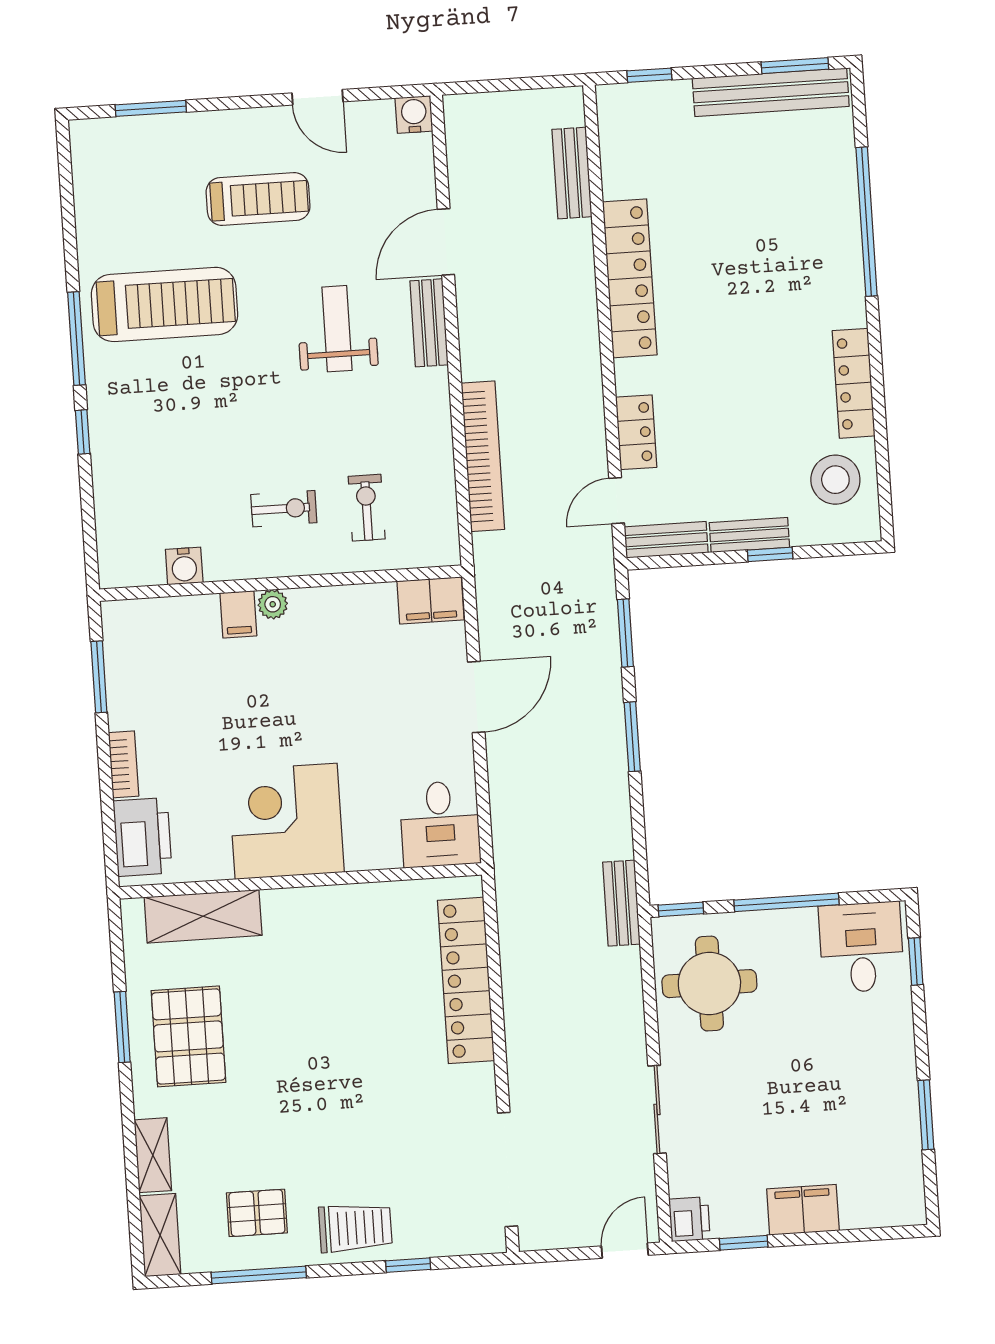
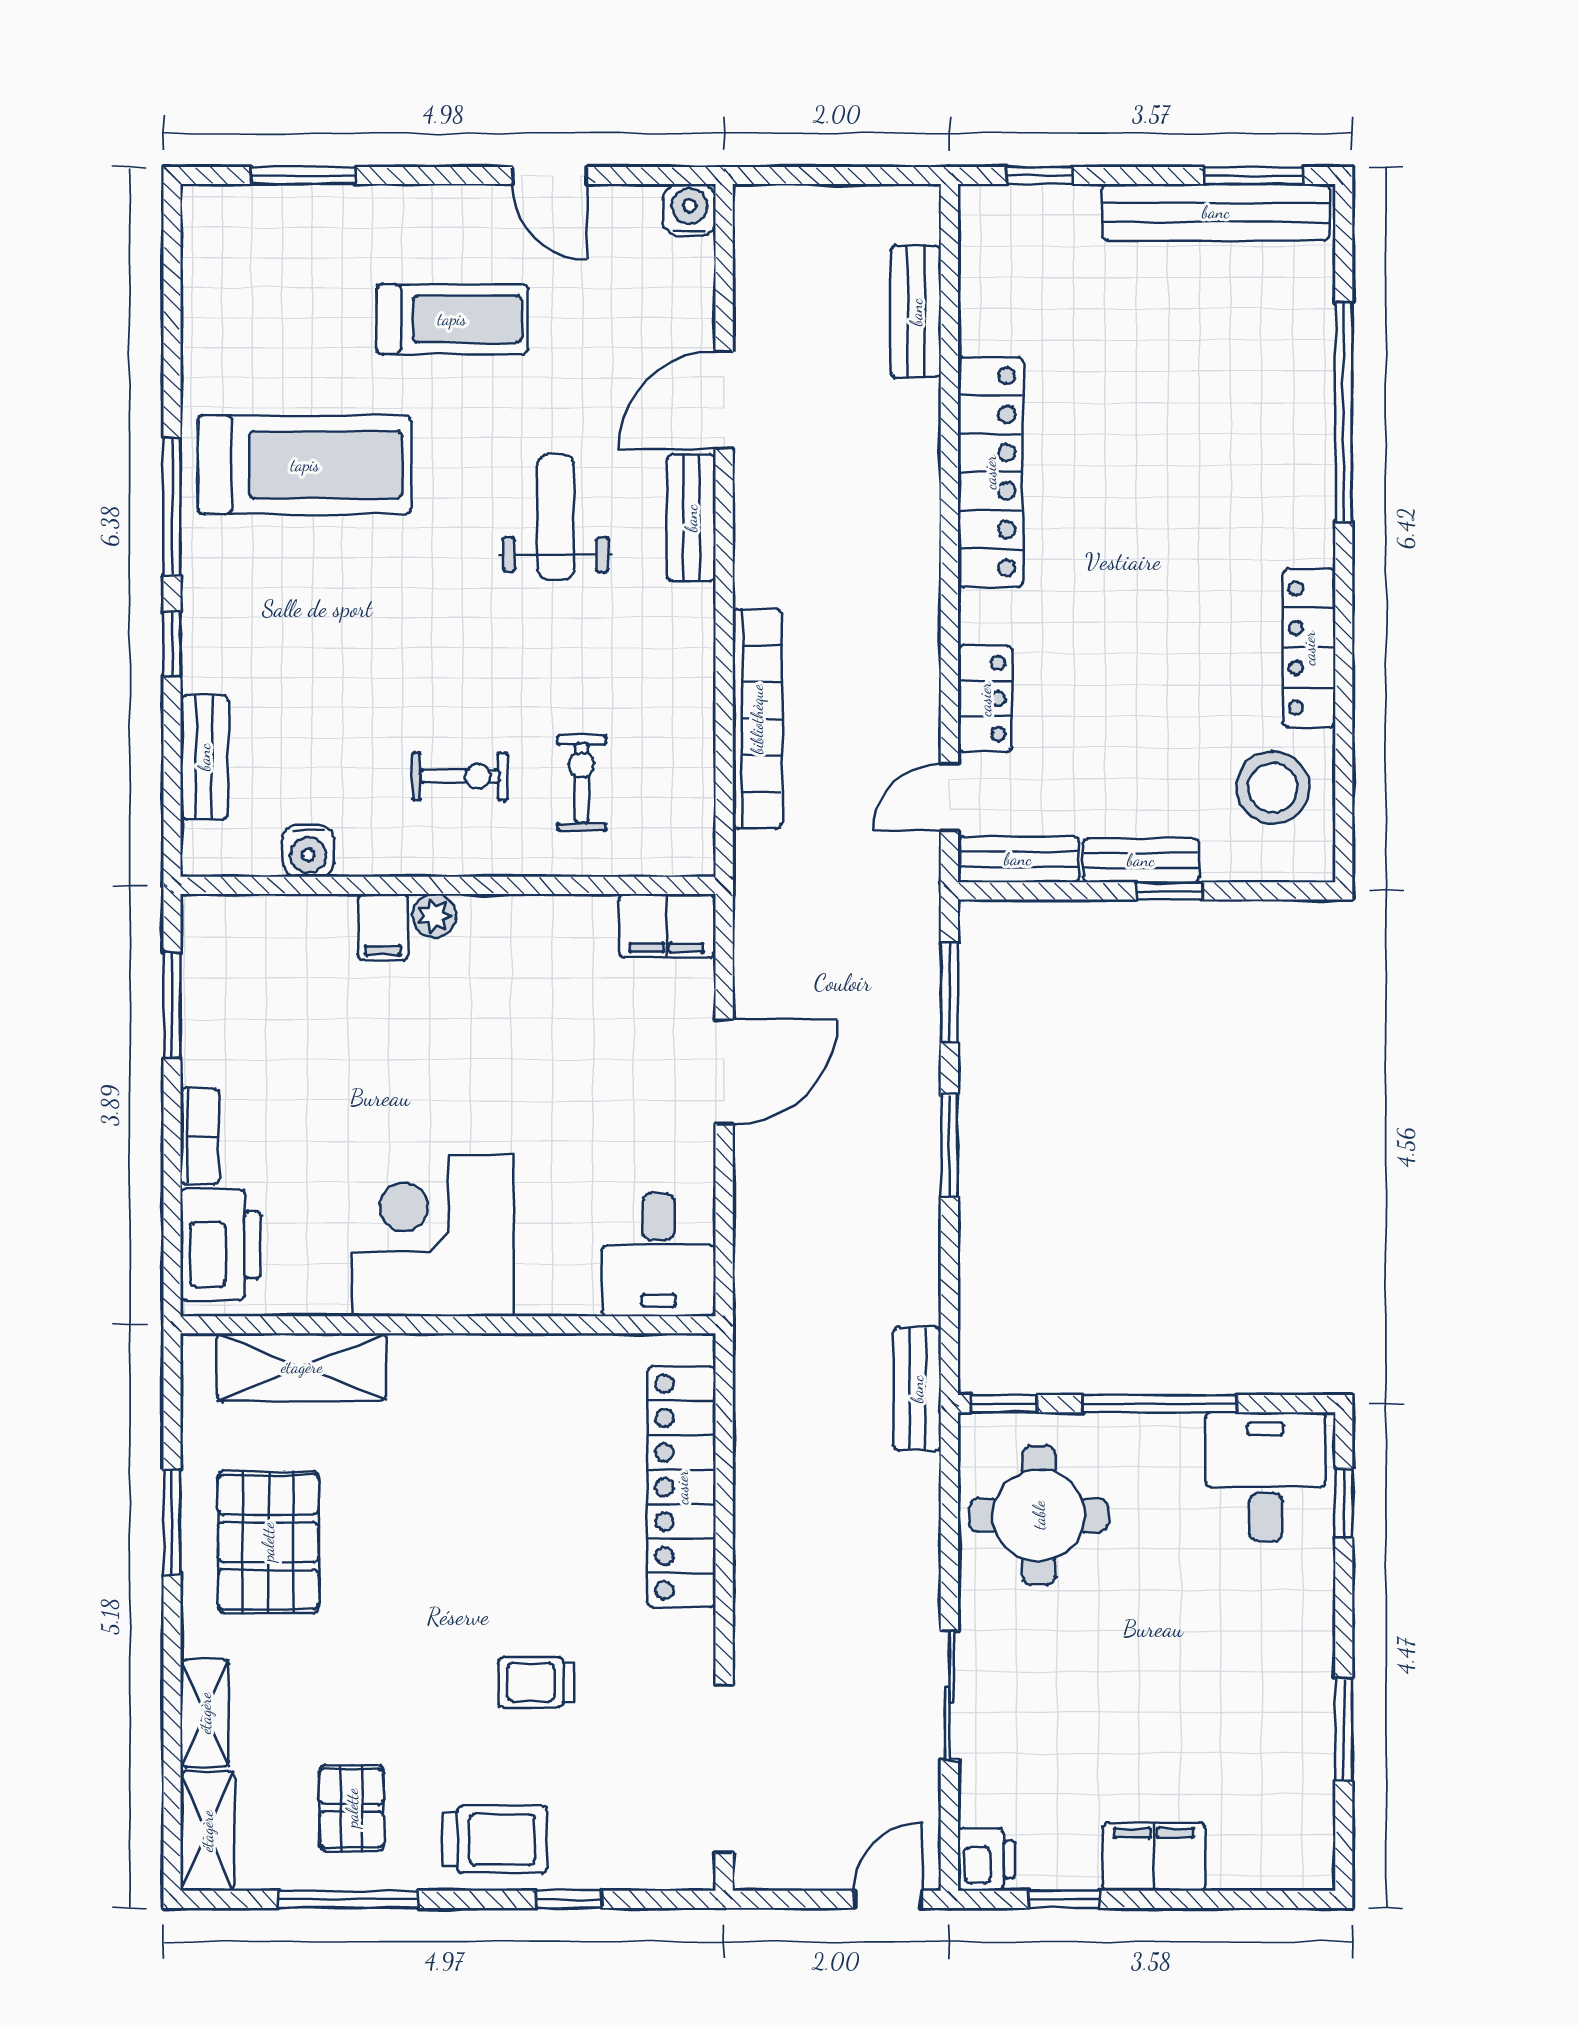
bench: (110, 507) -> (204, 757), added
trolley: (376, 1119) -> (536, 1682), added
pallet: (257, 1213) -> (352, 1808), turned 90

